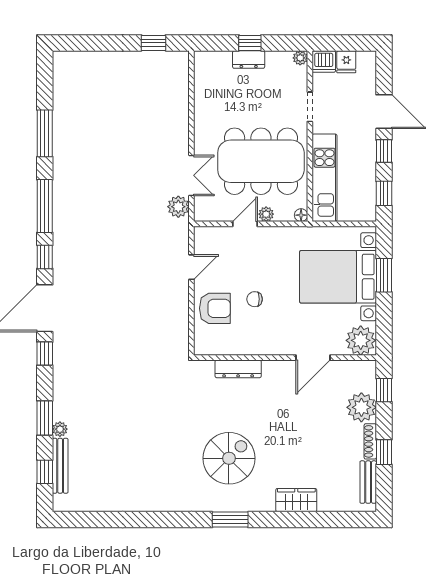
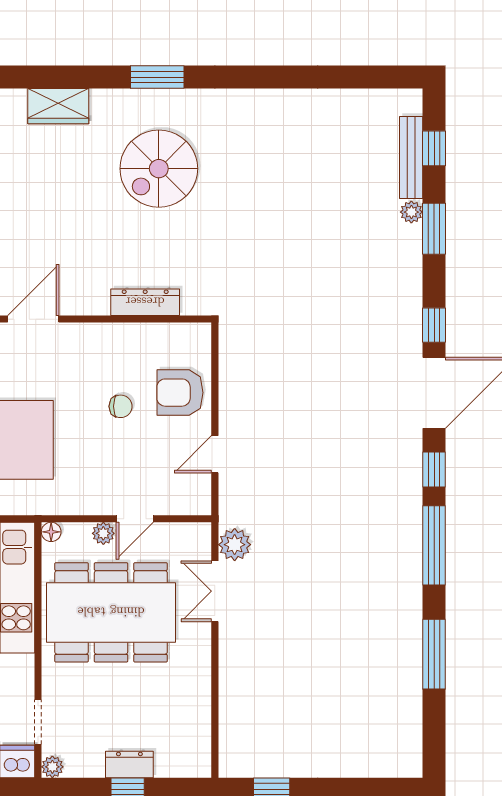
doorway: (310, 107) -> (38, 722), moved

